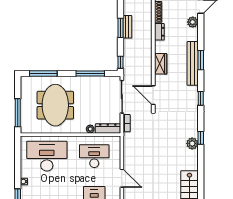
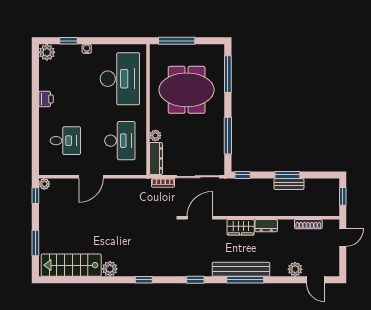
dresser: (159, 32) -> (266, 226), moved
window: (201, 60) -> (245, 280), width x1.44
plant: (192, 143) -> (110, 269), moved

